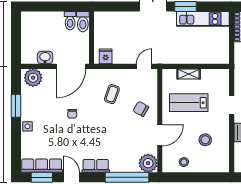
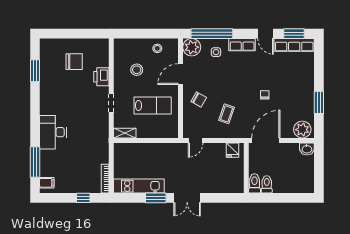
washbasin: (45, 57) -> (307, 149), moved
shelving: (189, 74) -> (125, 133), moved
side table: (28, 126) -> (216, 52), moved

